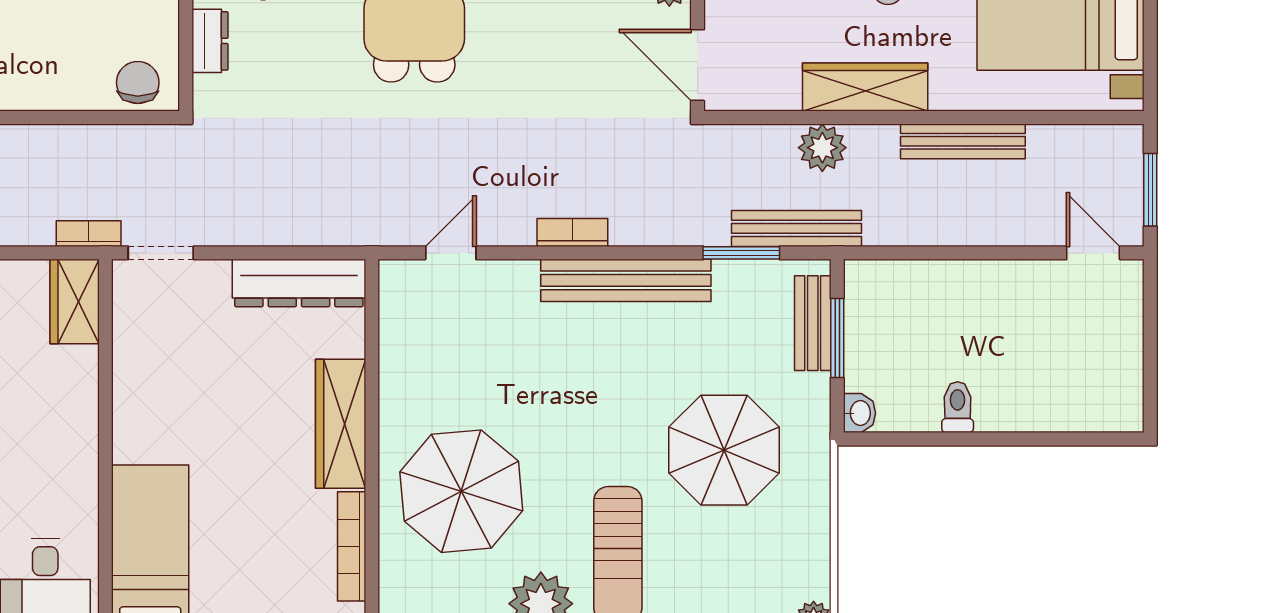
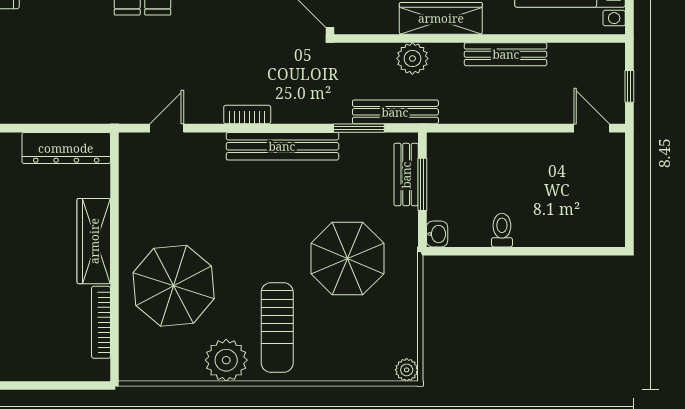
window: (1150, 190) -> (629, 86), width x0.67

